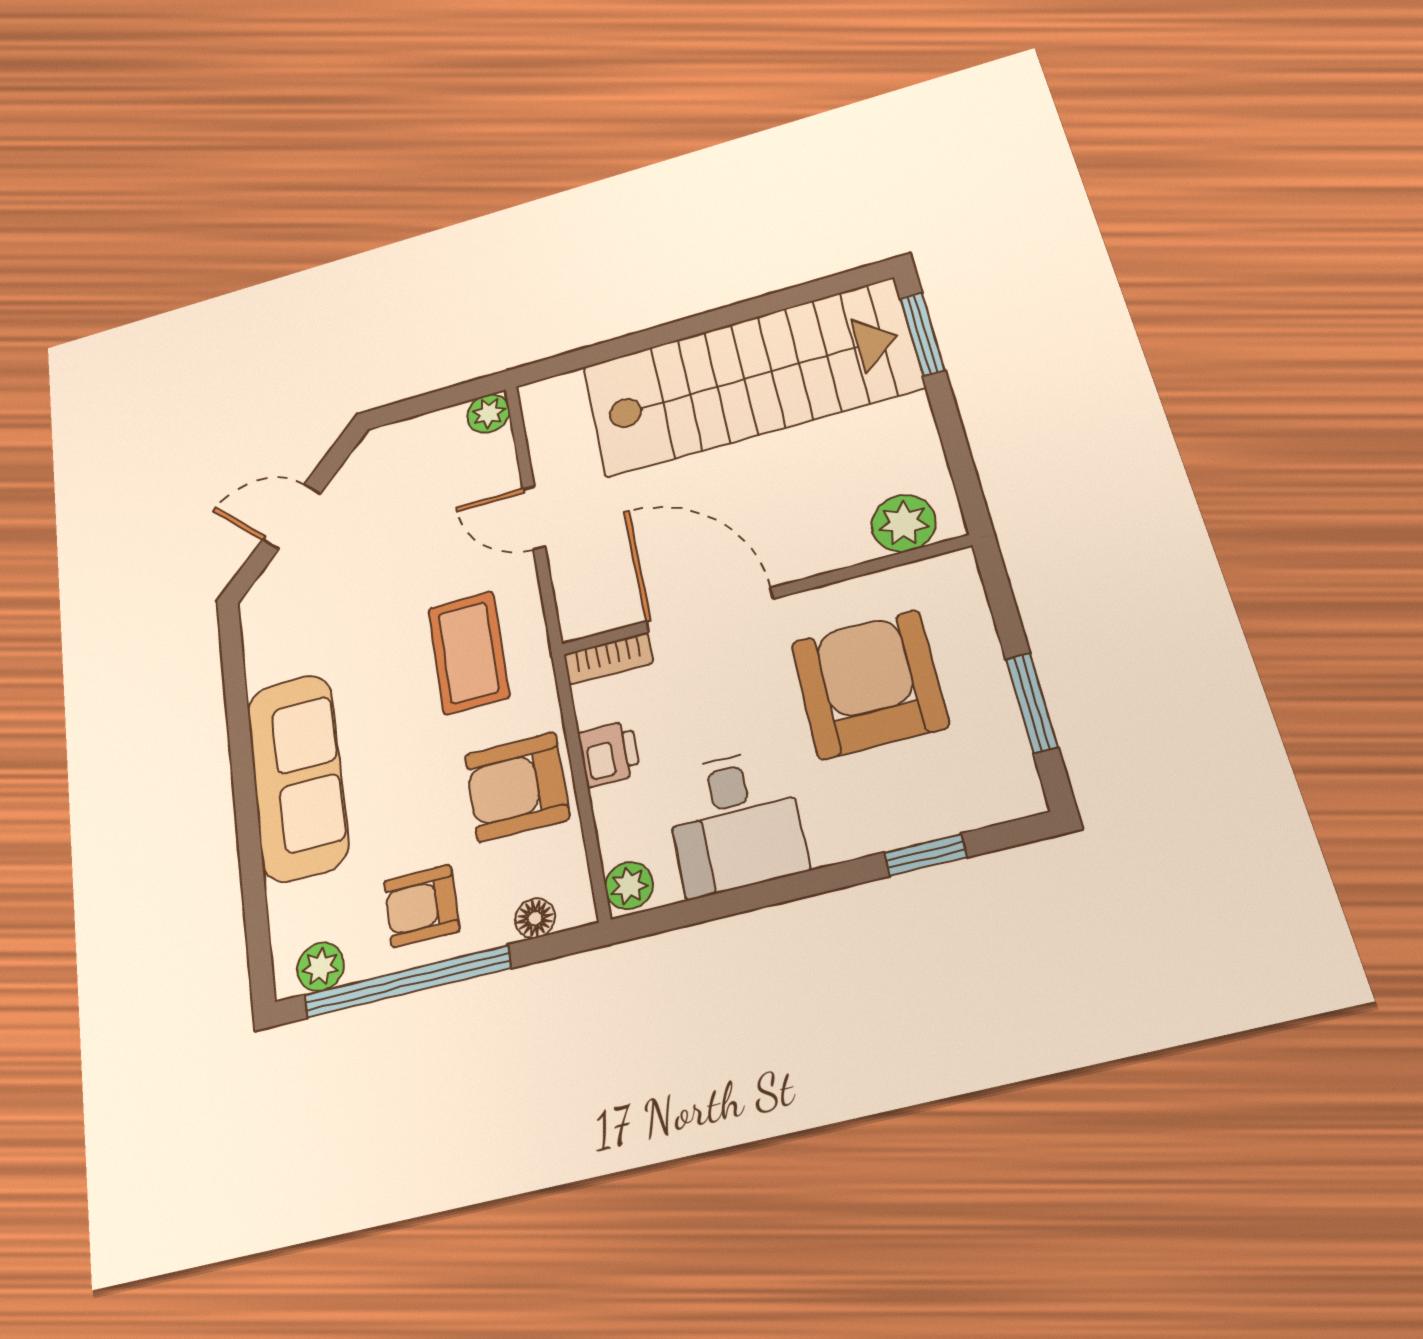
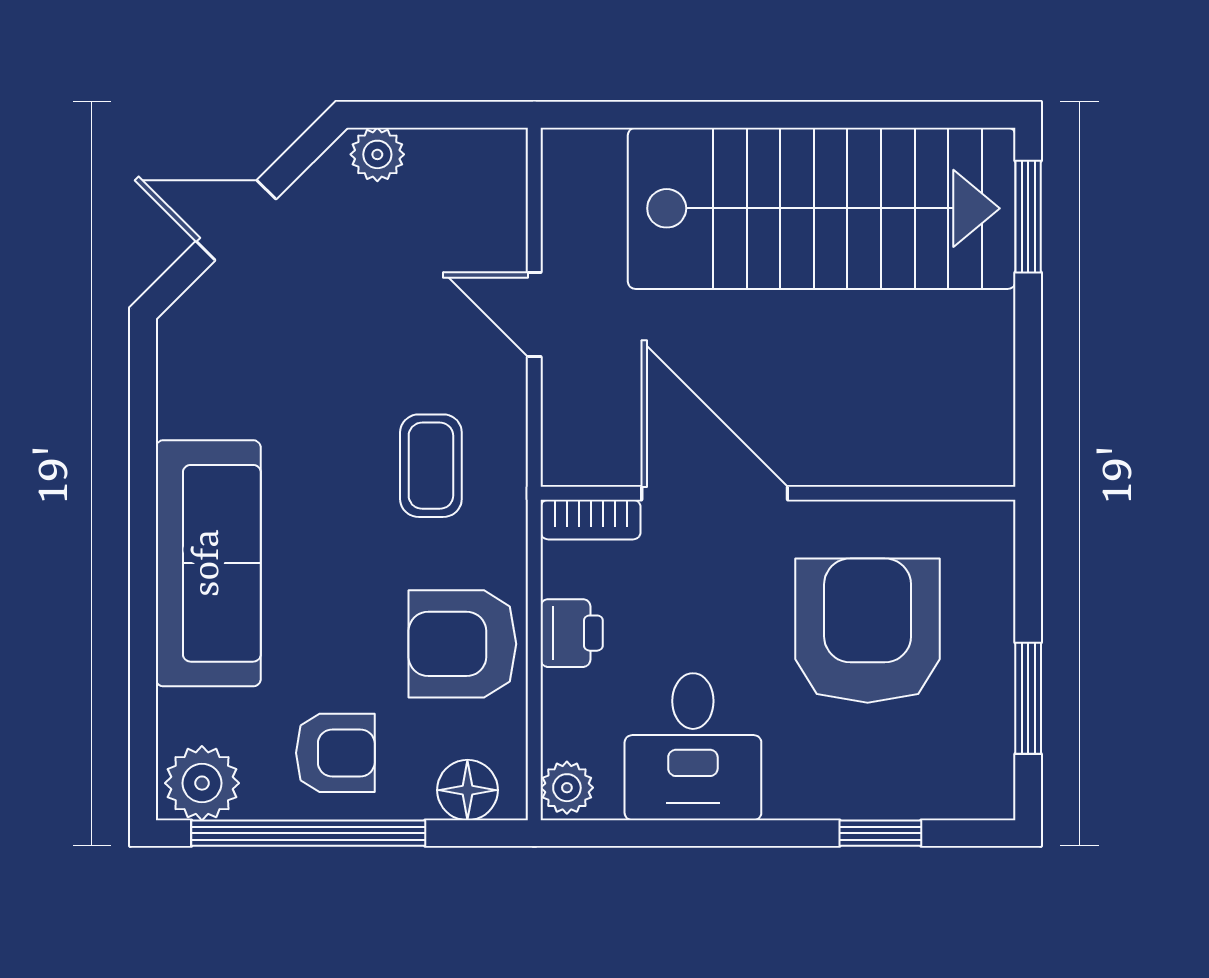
plant: (488, 413) -> (377, 154), moved
plant: (904, 523) -> (949, 451), removed
coffee table: (469, 653) -> (431, 466), width x0.73, depth x0.77
armchair: (422, 906) -> (335, 753), turned 180
floor lamp: (535, 918) -> (467, 790), width x1.37, depth x1.37
plant: (320, 967) -> (202, 783), width x1.38, depth x1.38

